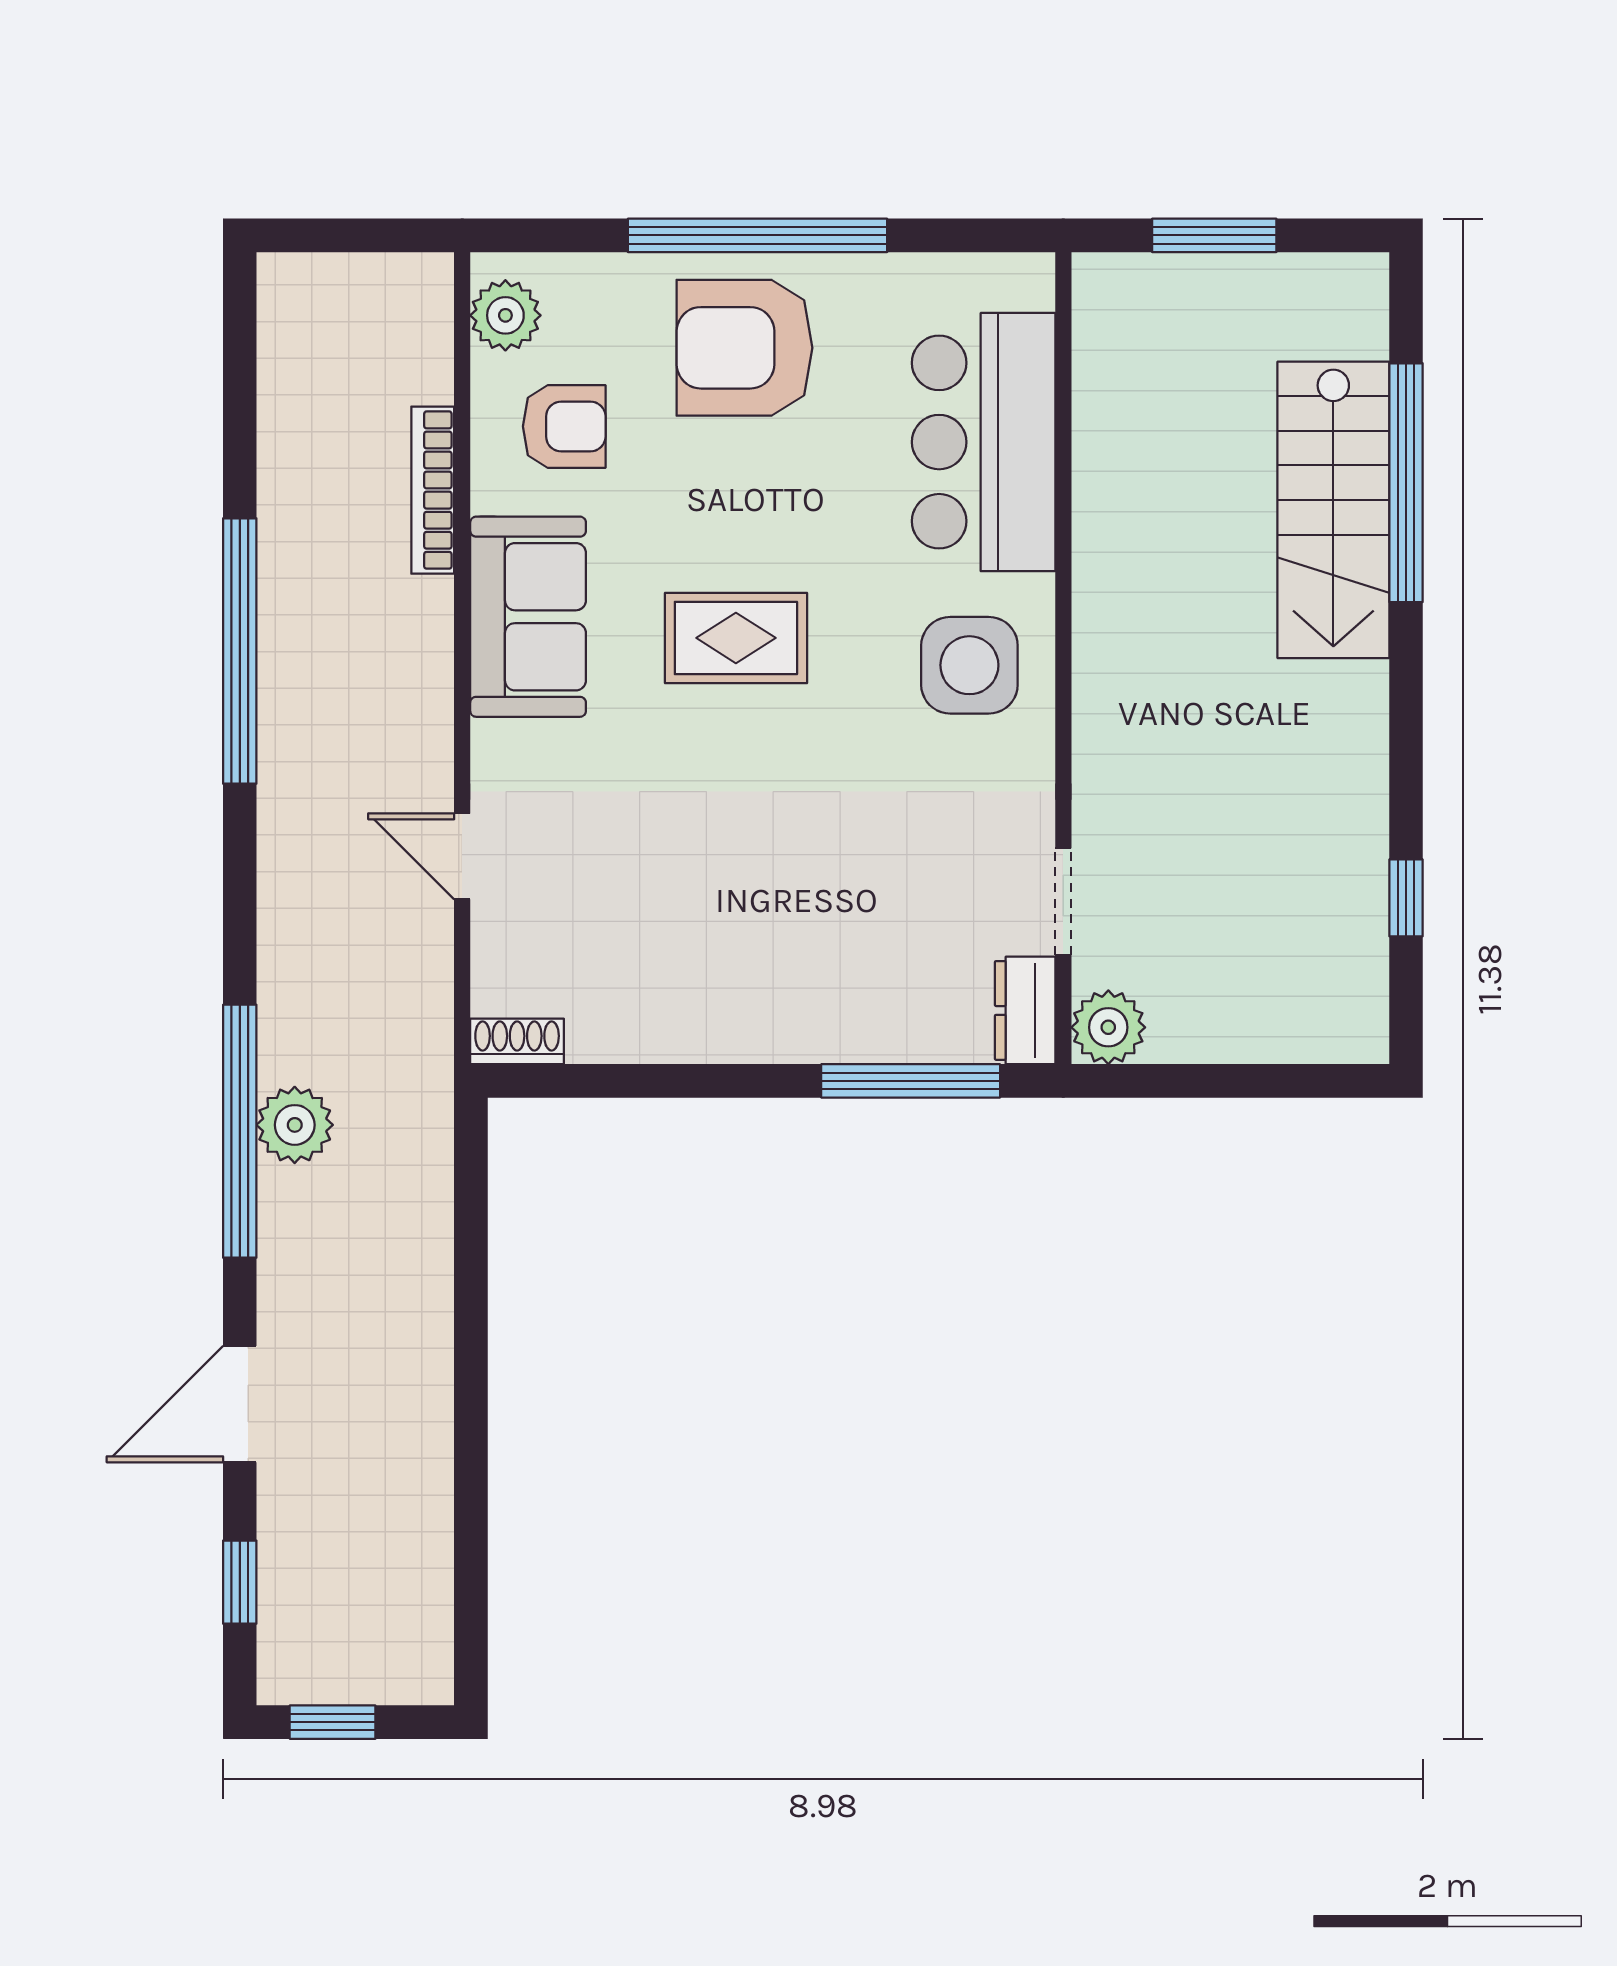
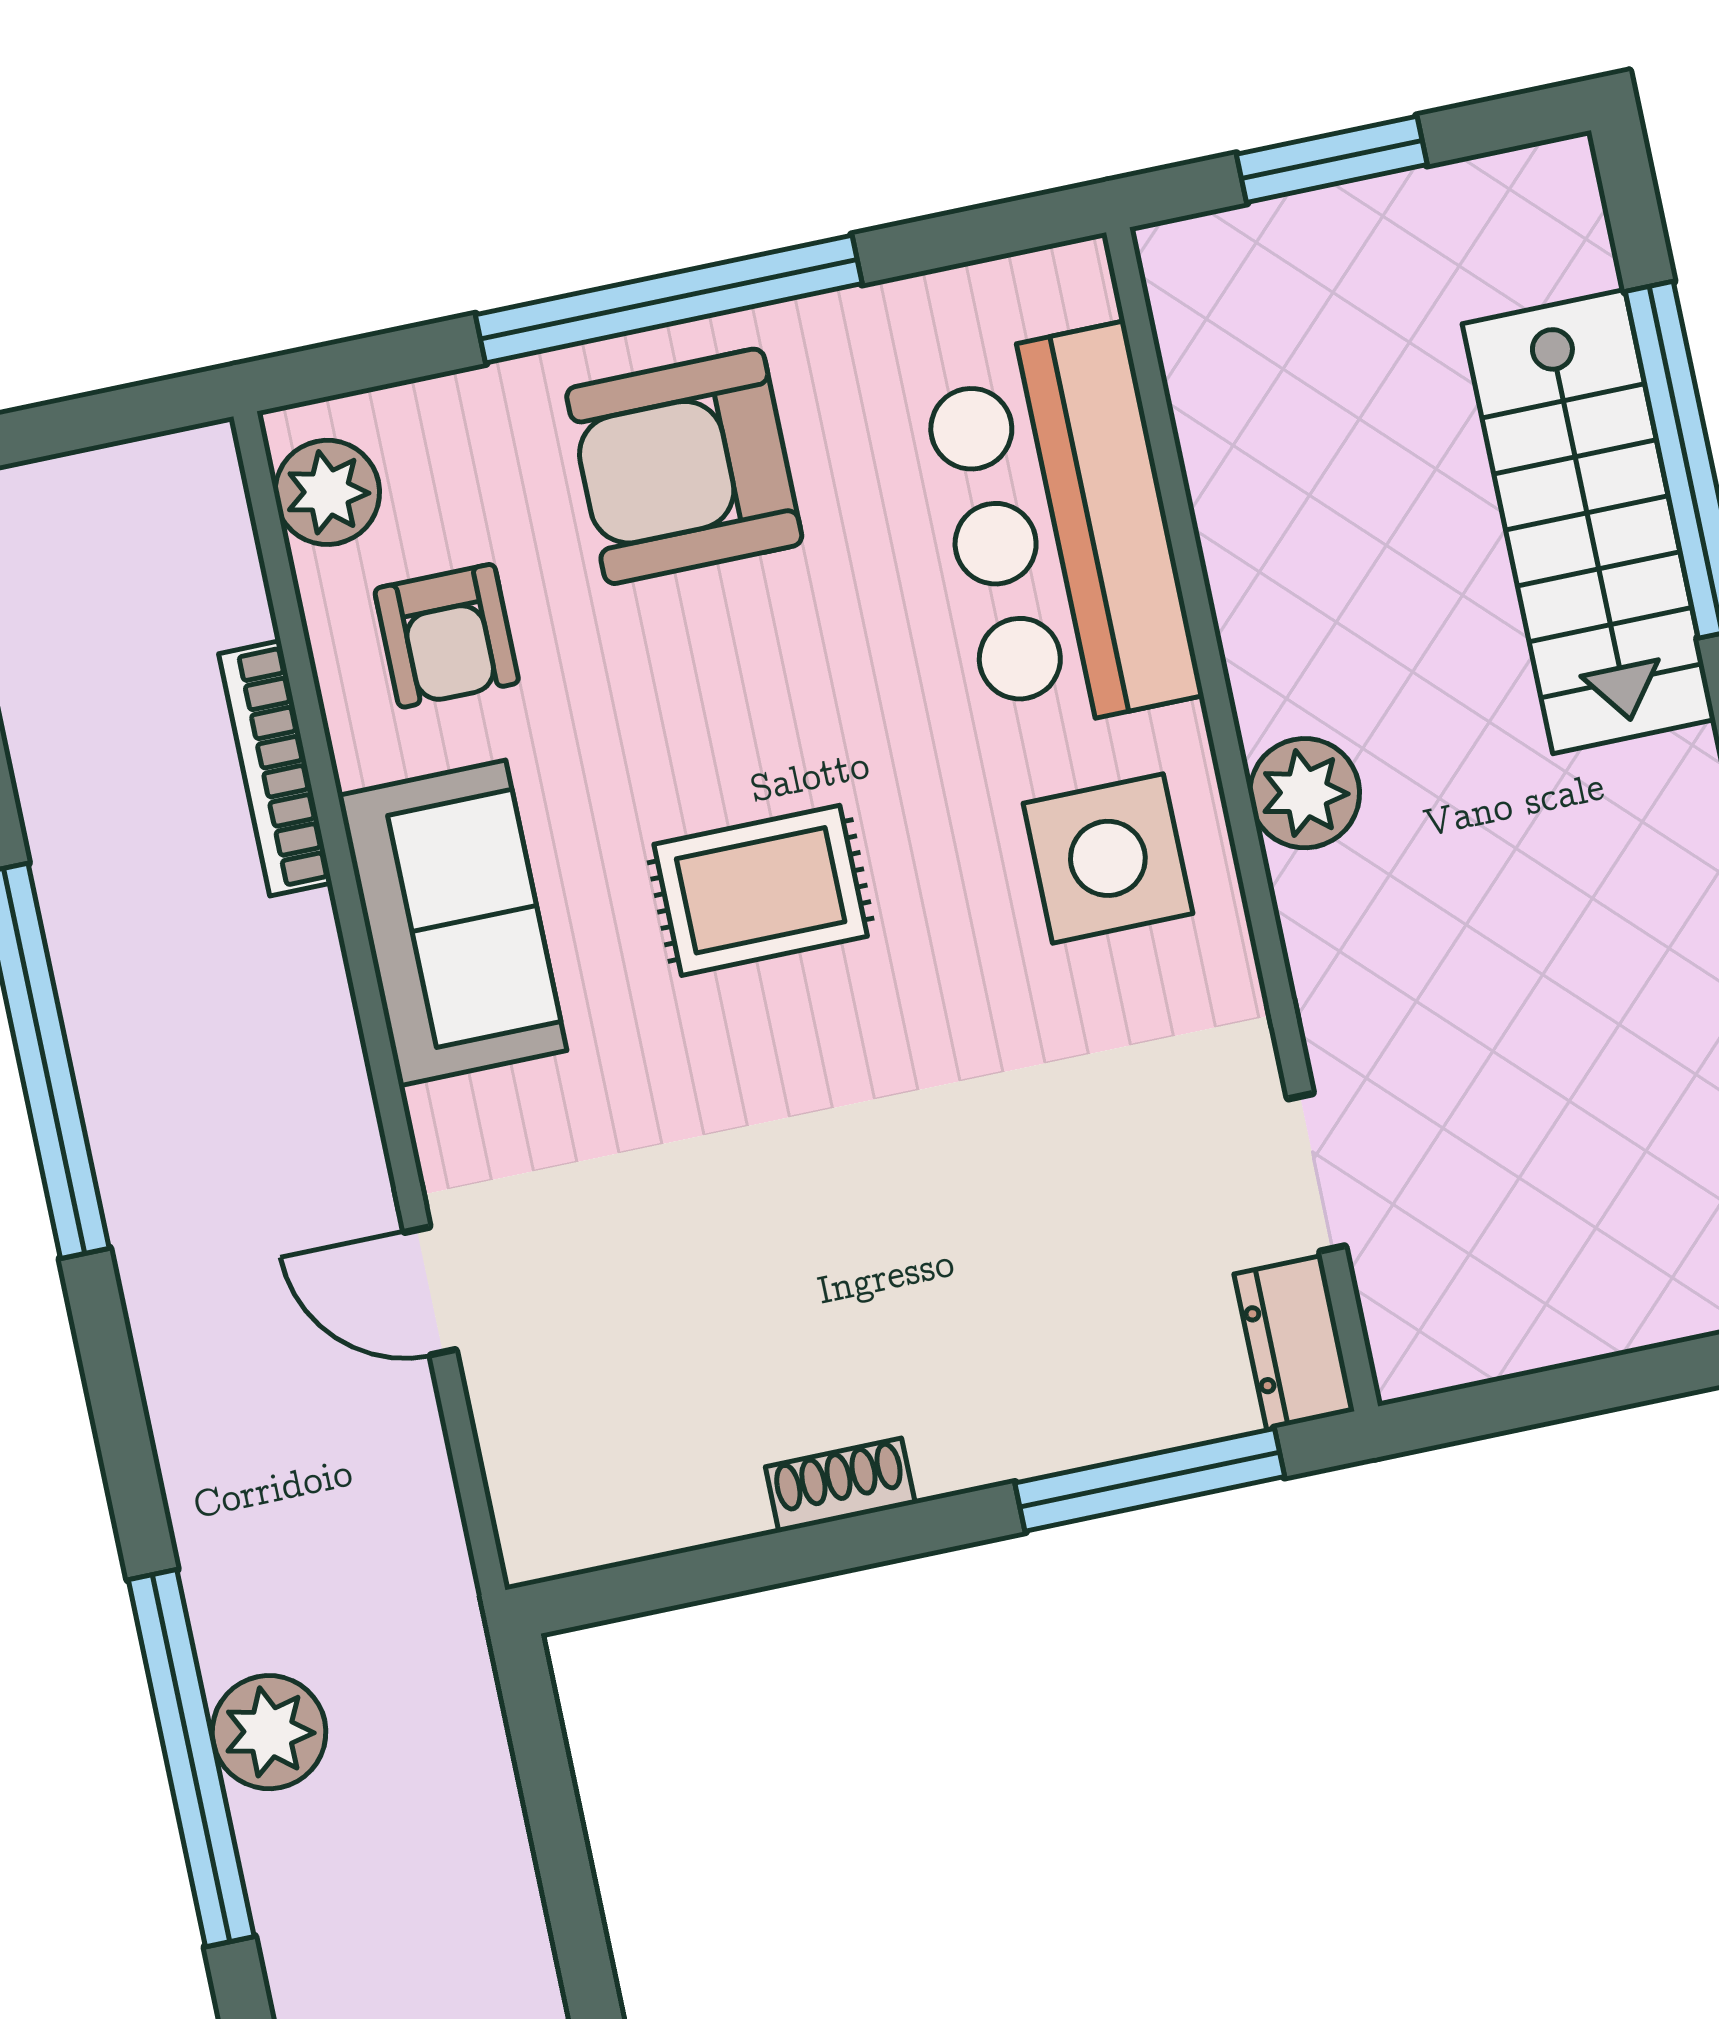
armchair: (564, 426) -> (447, 636), turned 90
plant: (1108, 1027) -> (1305, 793), moved
shoe rack: (517, 1041) -> (840, 1485), moved

